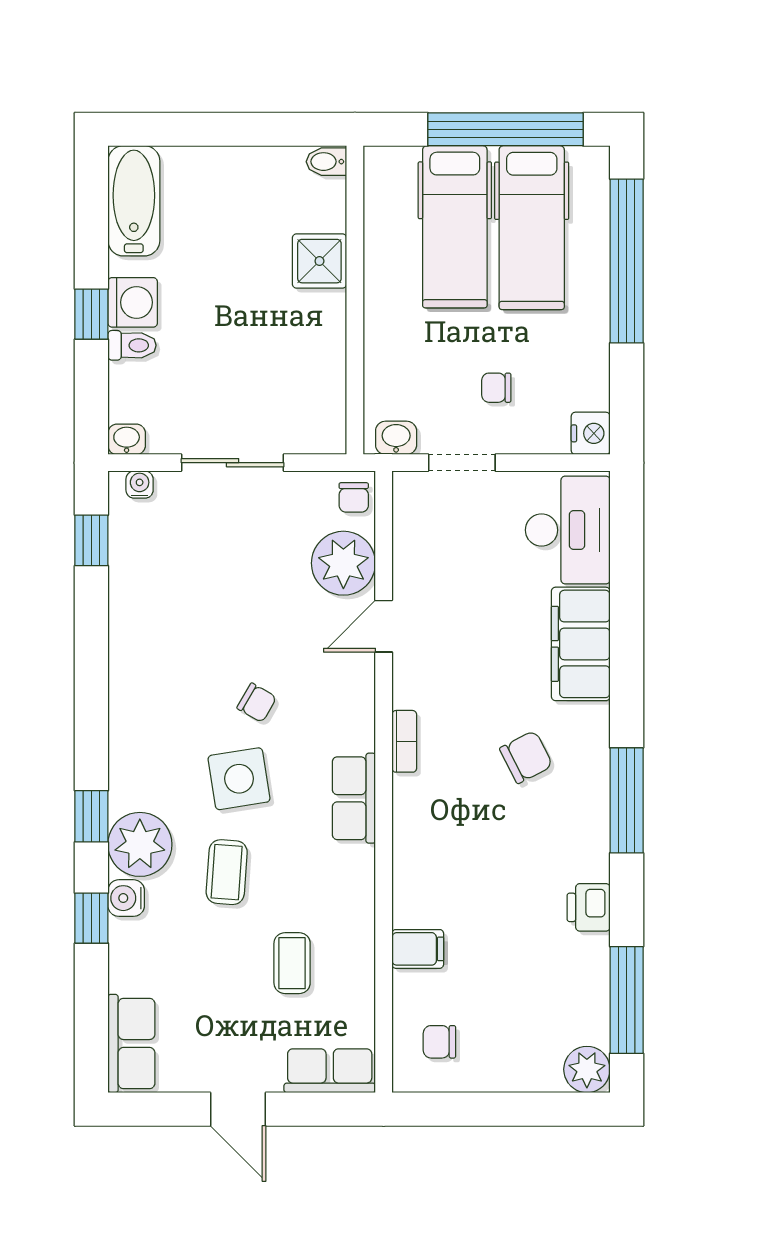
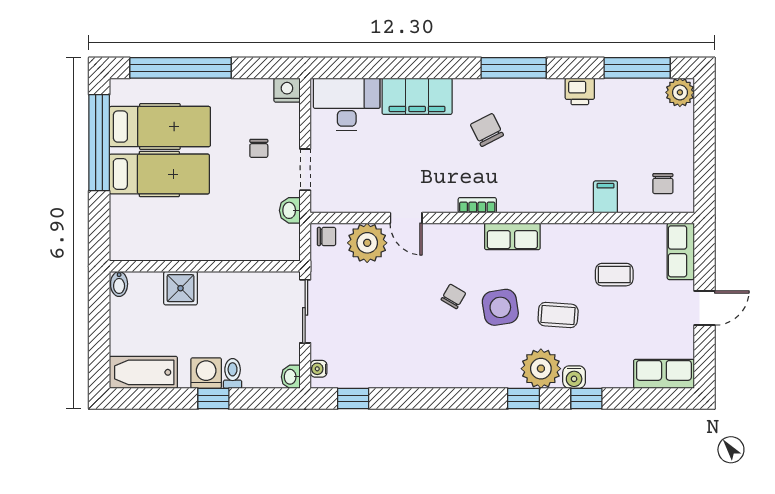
bidet: (326, 162) -> (119, 284), moved
shower: (319, 261) -> (181, 288), moved
wall: (355, 300) -> (205, 266), moved

